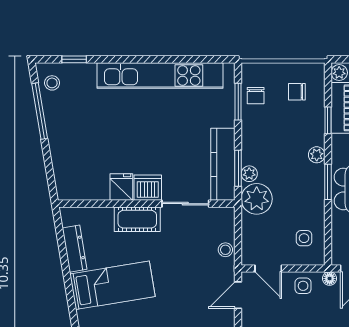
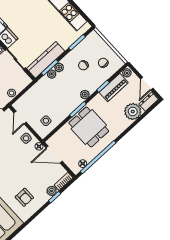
chair: (256, 96) -> (83, 65), moved
plant: (257, 199) -> (59, 67), moved, width x0.53, depth x0.53

